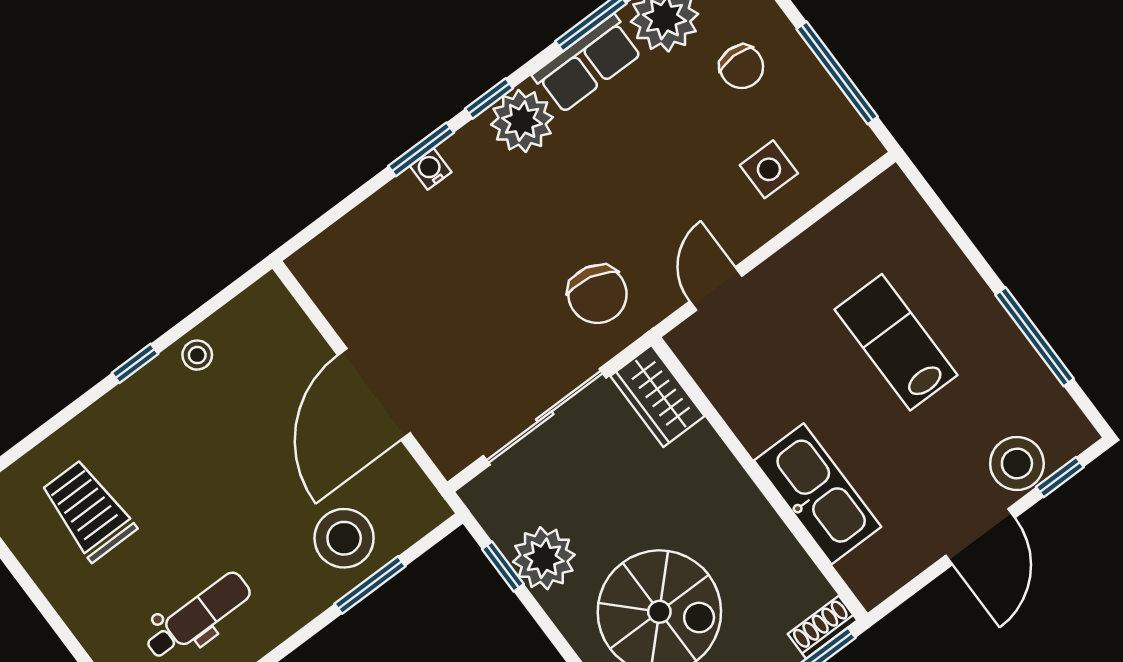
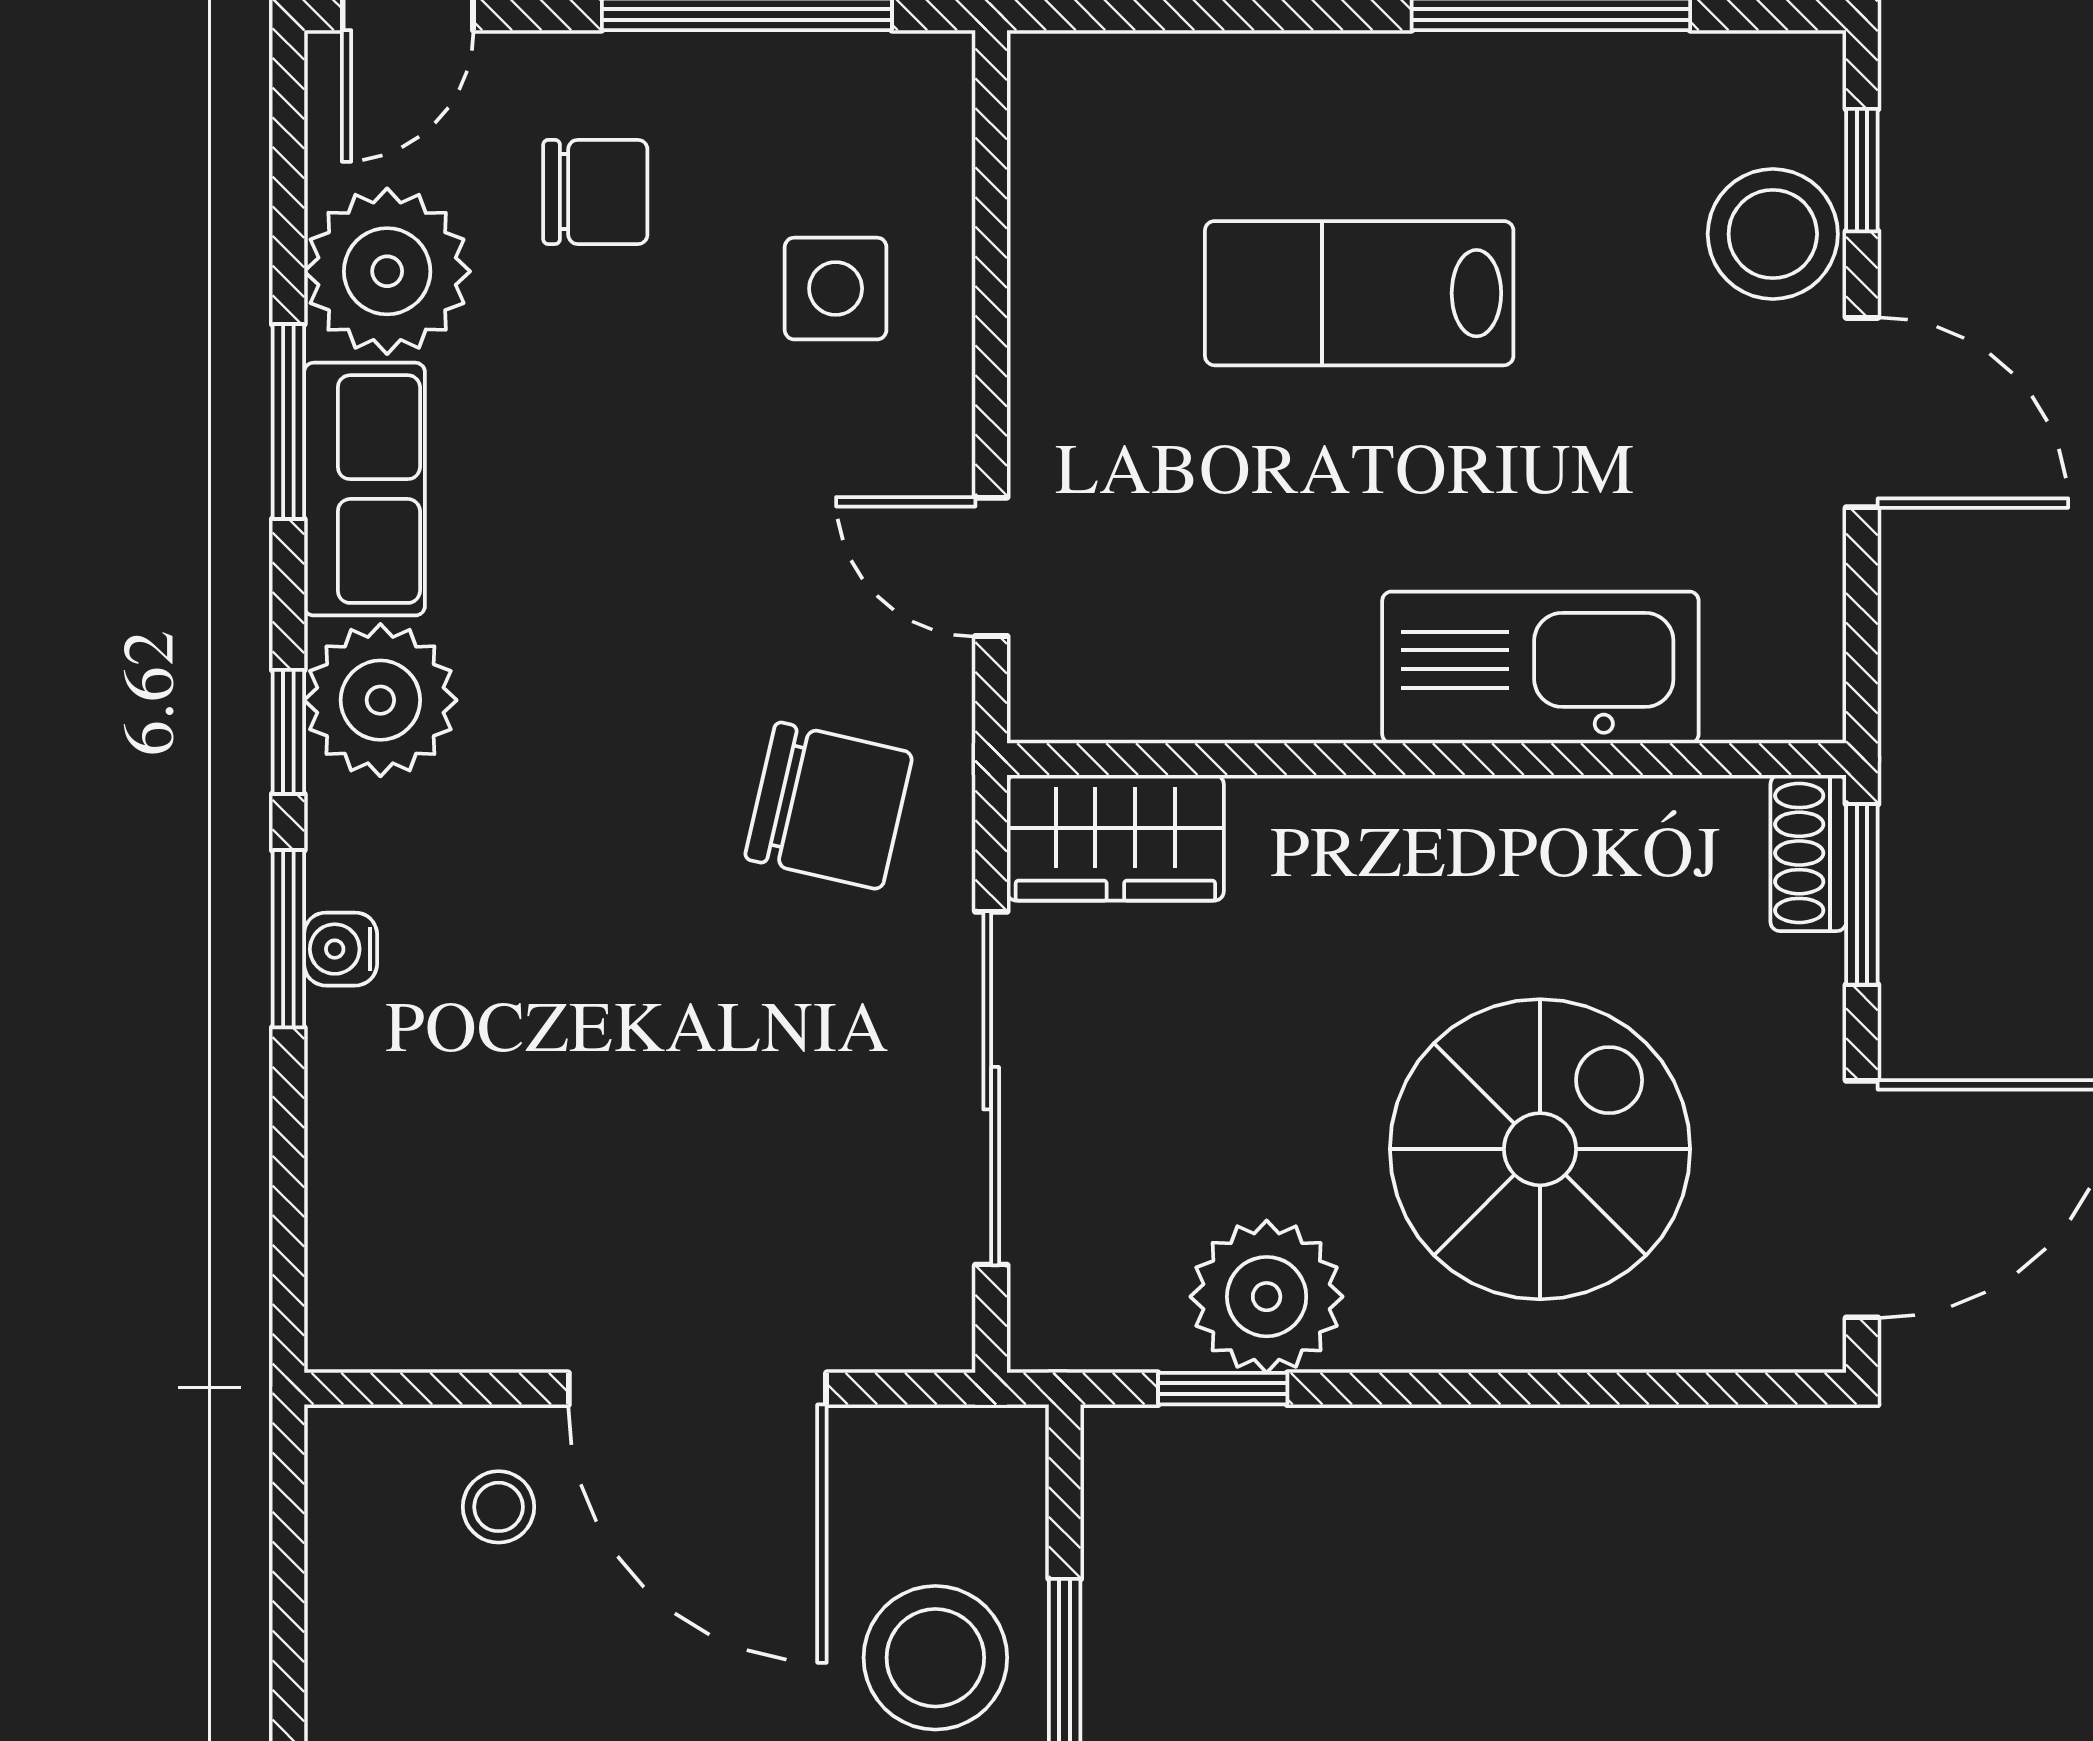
stool: (197, 355) -> (499, 1507), moved

